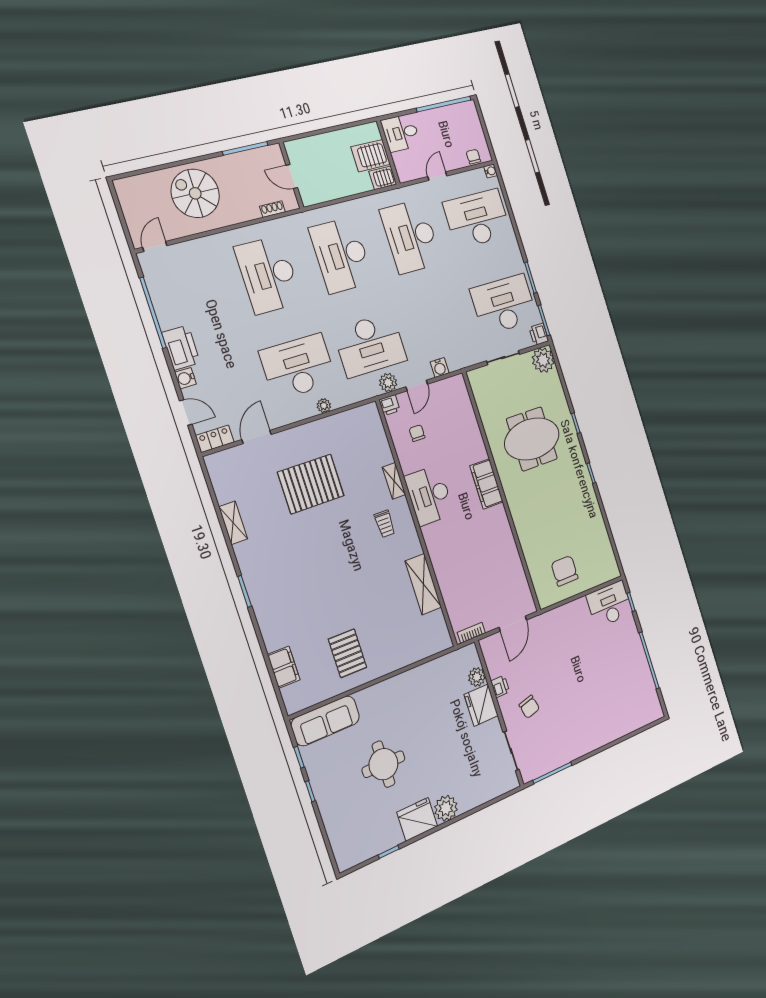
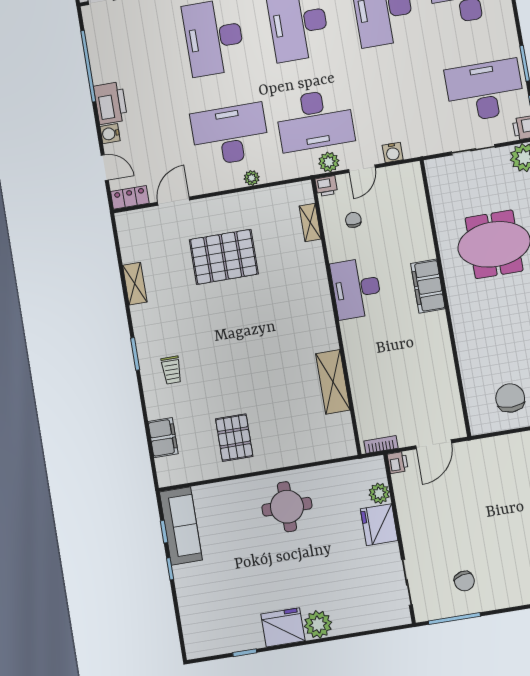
shelving: (394, 481) -> (310, 222), moved
trolley: (385, 524) -> (171, 370), moved
printer: (500, 686) -> (398, 462), moved
chair: (529, 707) -> (464, 581), moved
sofa: (325, 721) -> (181, 526), moved, turned -90
round table: (383, 764) -> (287, 507), moved

